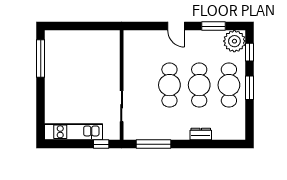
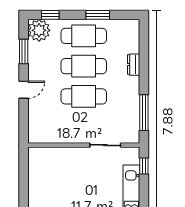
window: (250, 88) -> (98, 15), moved

